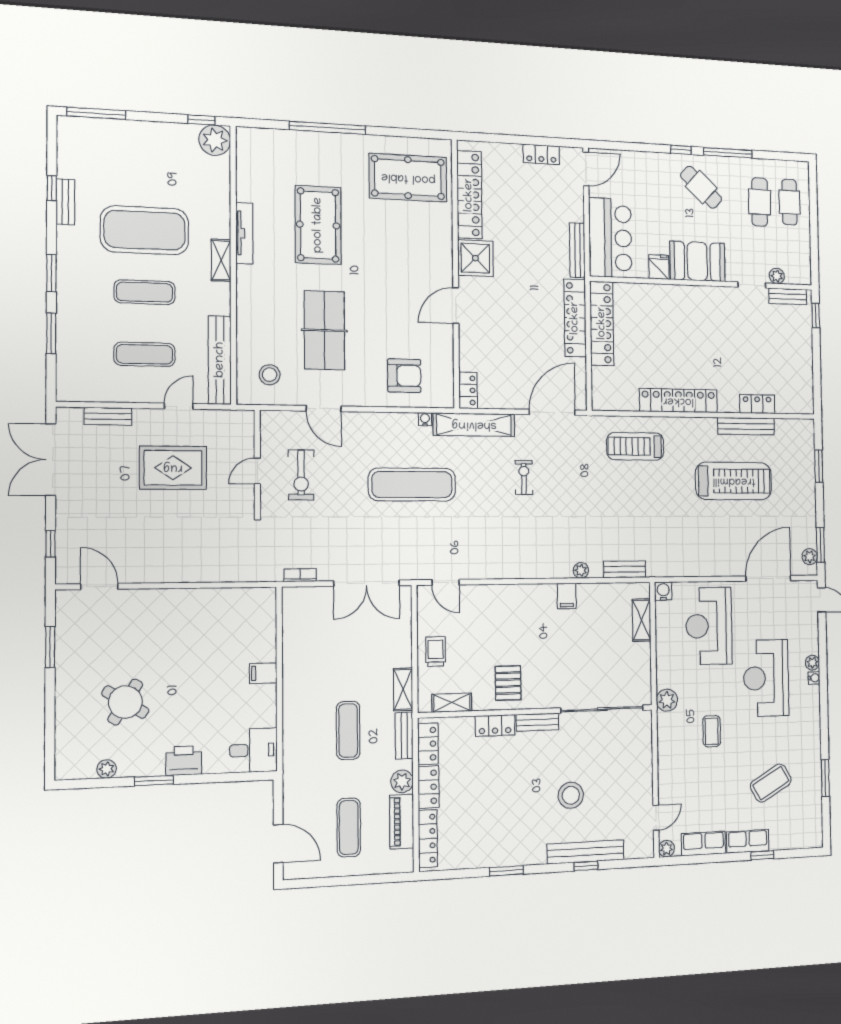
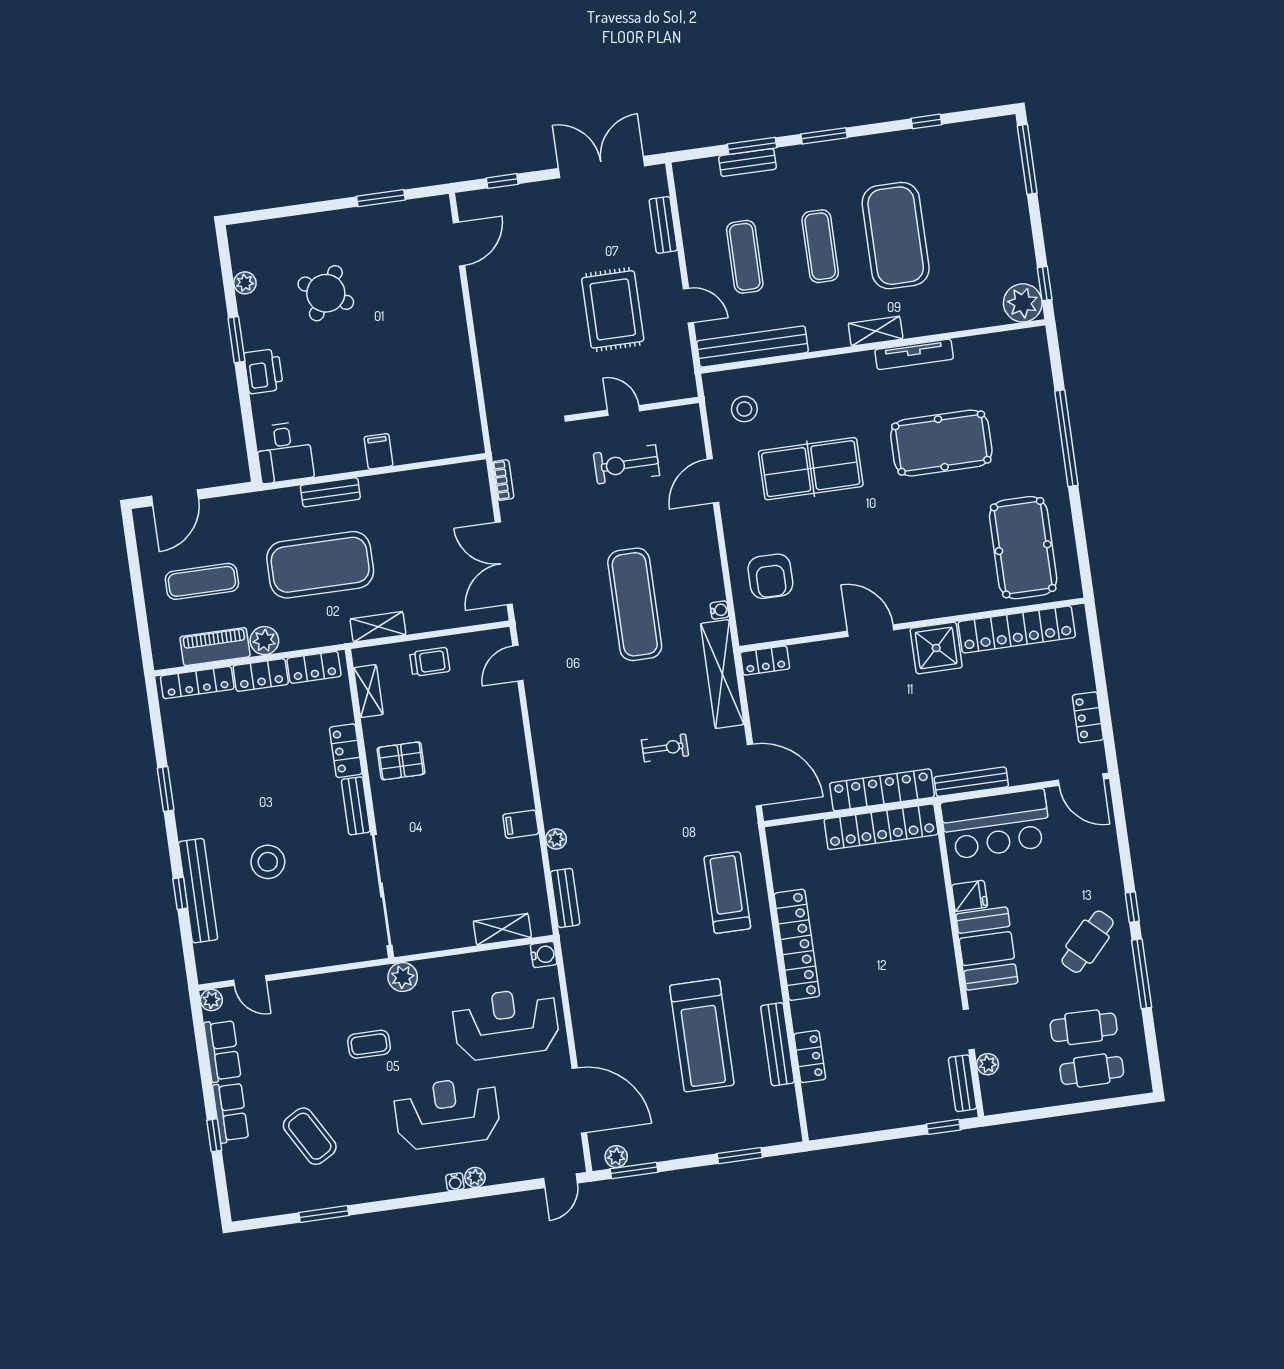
bench: (65, 202) -> (748, 163), moved
exercise mat: (348, 730) -> (320, 565), width x2.00, depth x1.45
bench: (404, 736) -> (330, 492), moved

